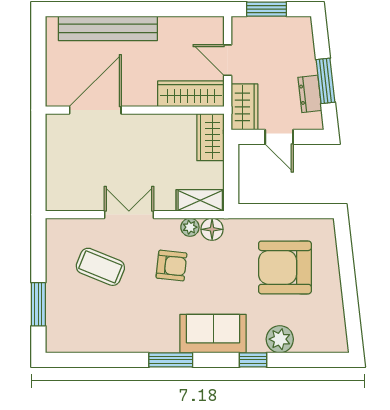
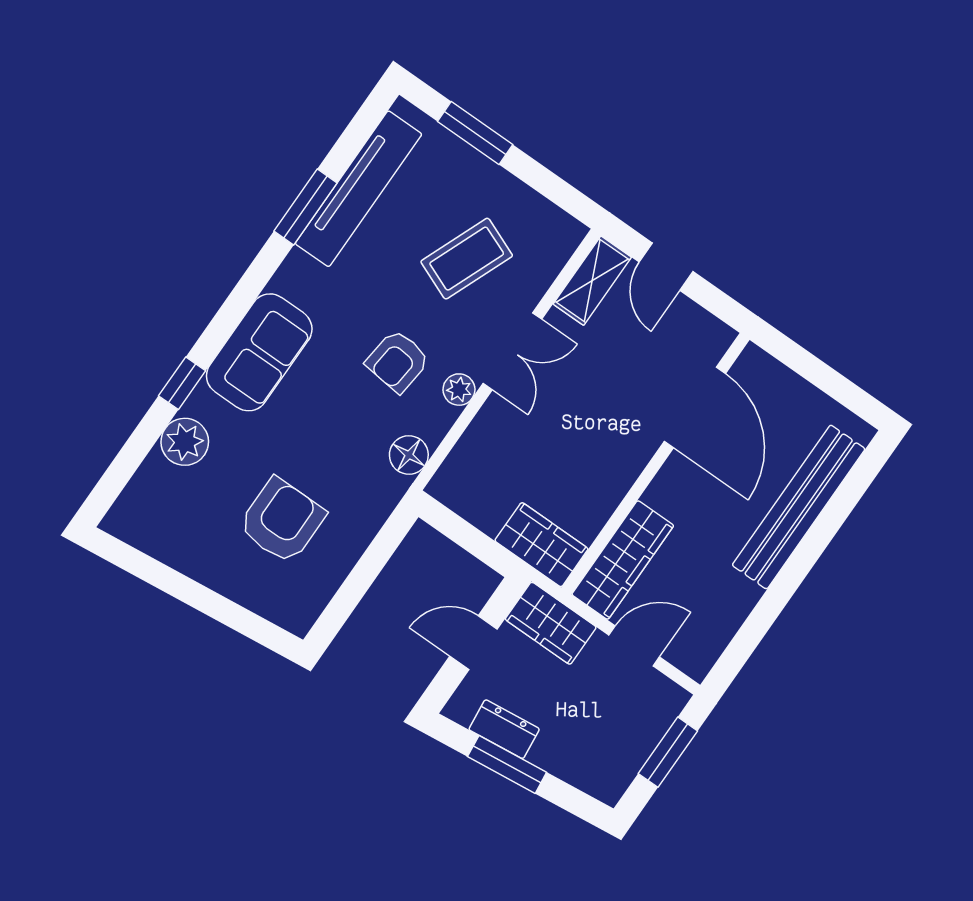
door: (38, 170) -> (666, 267), added
shelving: (200, 200) -> (592, 281), moved
plant: (190, 227) -> (459, 390), moved
armchair: (285, 267) -> (282, 521), width x0.73, depth x0.73
tv unit: (103, 341) -> (358, 189), added
window: (171, 360) -> (305, 207), moved

